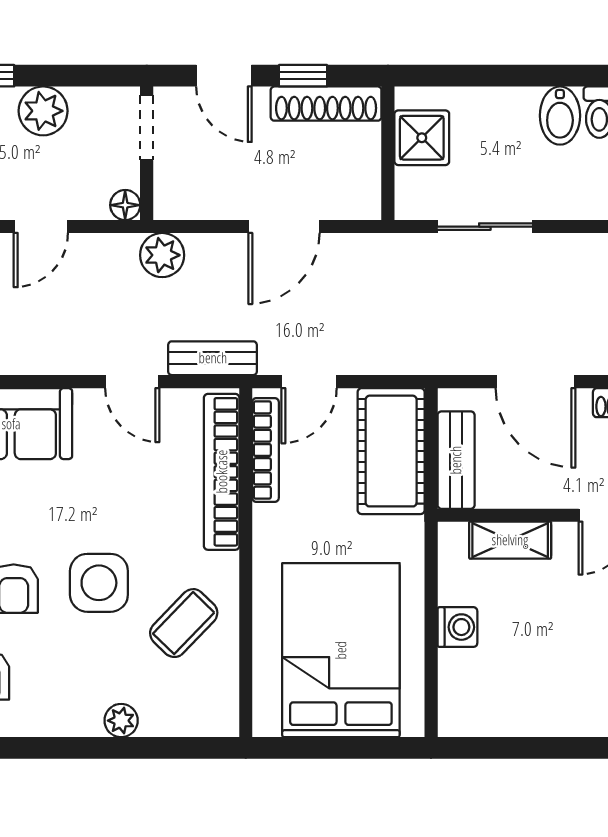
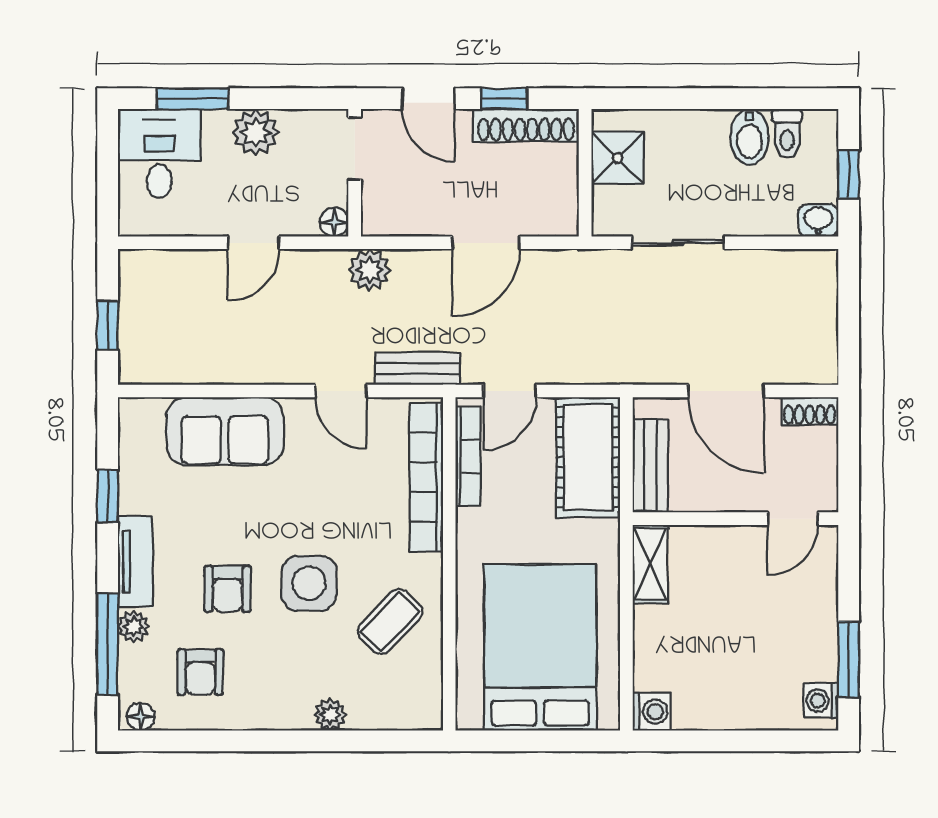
shelving: (510, 540) -> (650, 564), moved, turned 90
washing machine: (457, 627) -> (652, 712), moved

